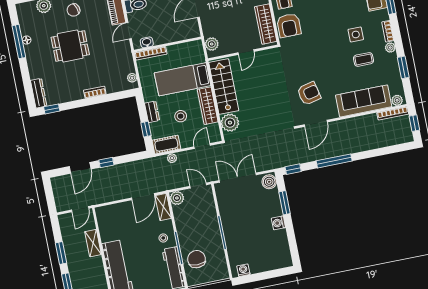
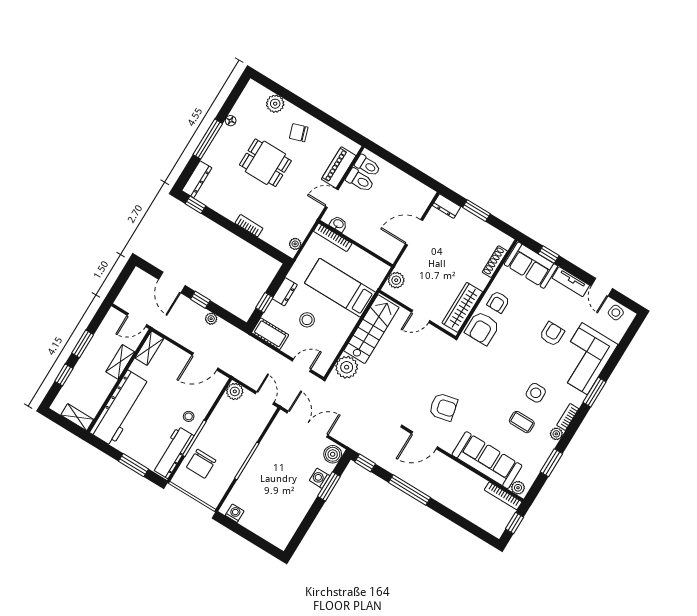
window: (19, 42) -> (208, 139), moved
wardrobe: (208, 106) -> (341, 333), removed
plant: (172, 158) -> (211, 319), moved
door: (80, 168) -> (172, 282), hinge flipped
shelving: (163, 207) -> (149, 348), moved
washing machine: (278, 223) -> (320, 478), moved
chair: (197, 259) -> (201, 464), turned 180

